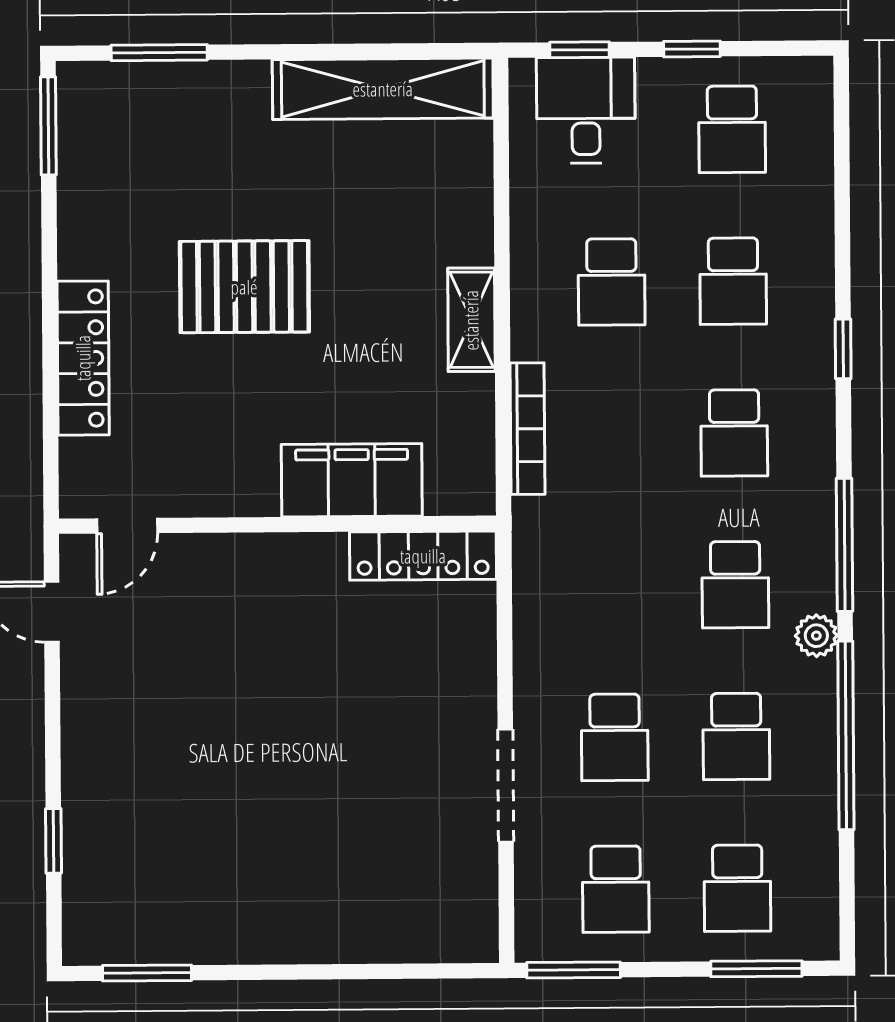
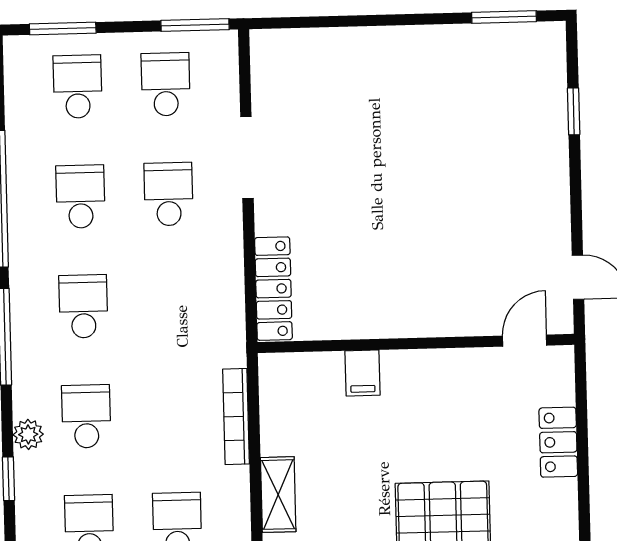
locker: (83, 358) -> (558, 442), width x0.66
filing cabinet: (352, 480) -> (362, 373), width x0.33, depth x0.86
locker: (423, 556) -> (273, 289), moved, turned 90
plant: (816, 636) -> (28, 434), moved

